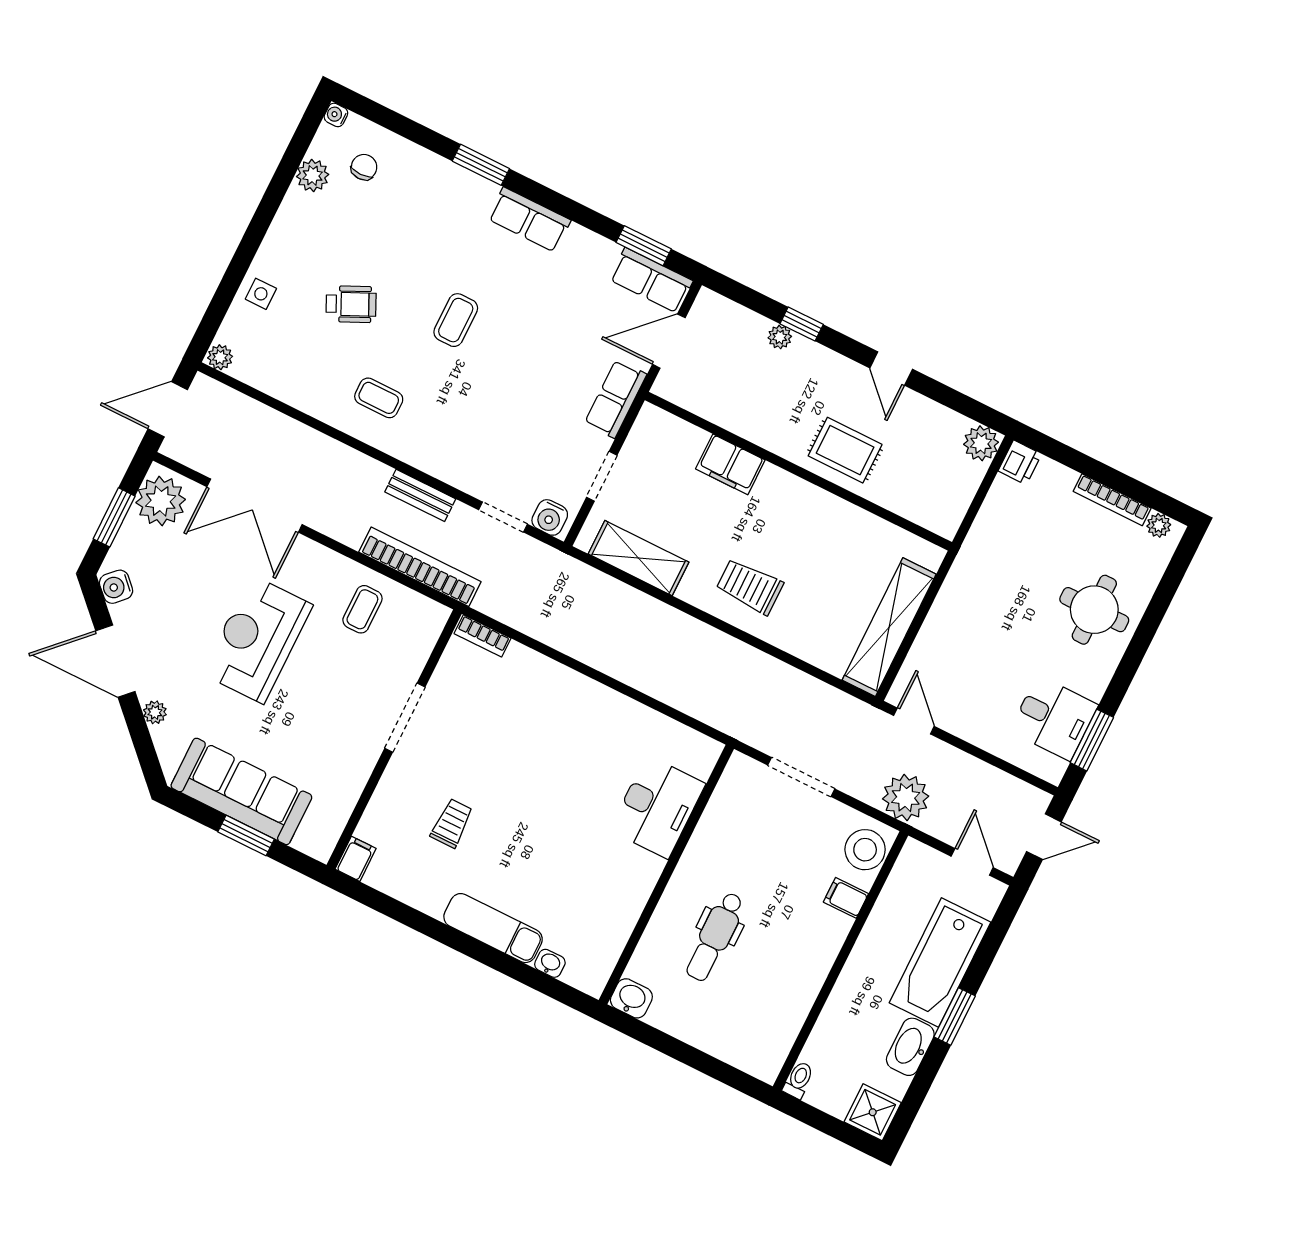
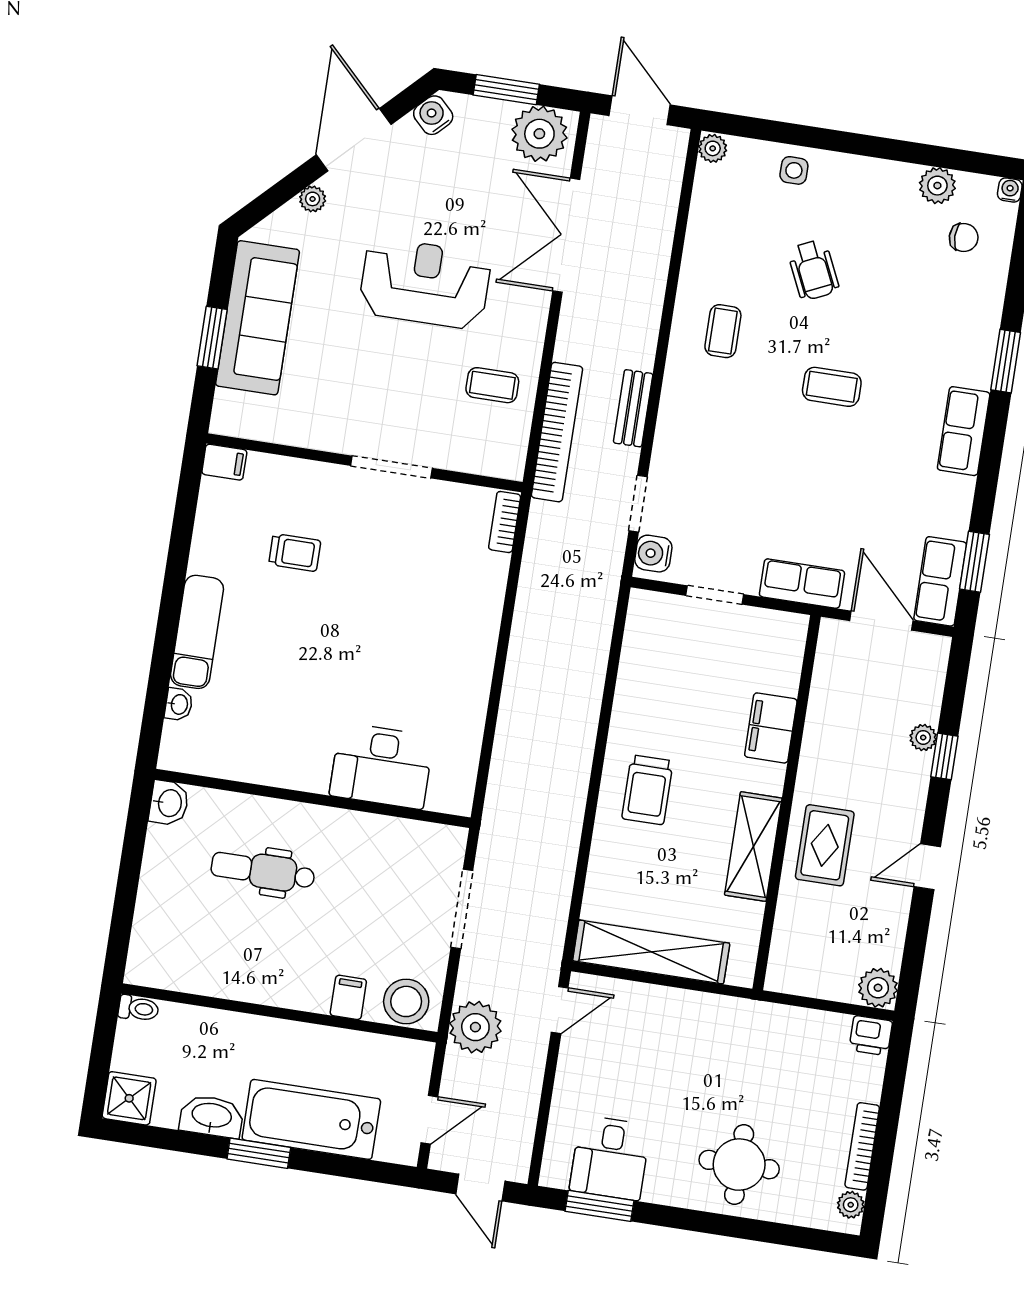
shelving: (639, 558) -> (753, 847), moved
trolley: (750, 587) -> (647, 790), turned 180

